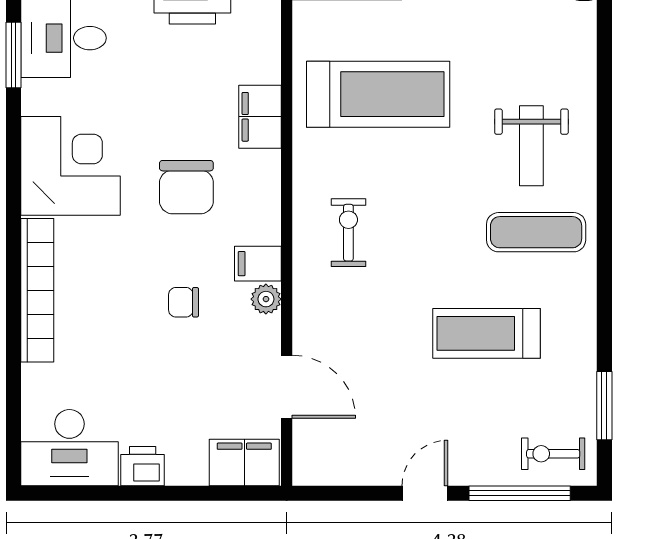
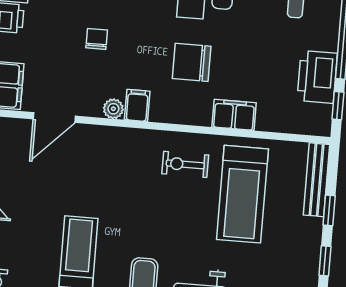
exercise bike: (348, 233) -> (185, 164), moved, turned 180
chair: (184, 302) -> (97, 39), moved

